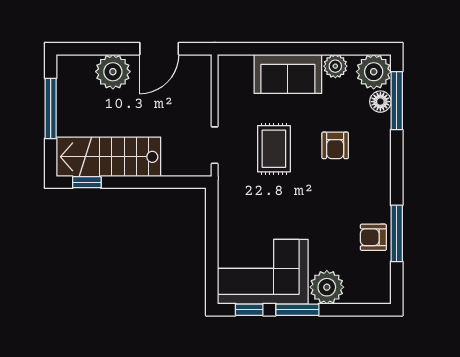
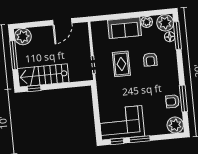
plant: (113, 72) -> (23, 37), moved
plant: (327, 287) -> (175, 125), moved

